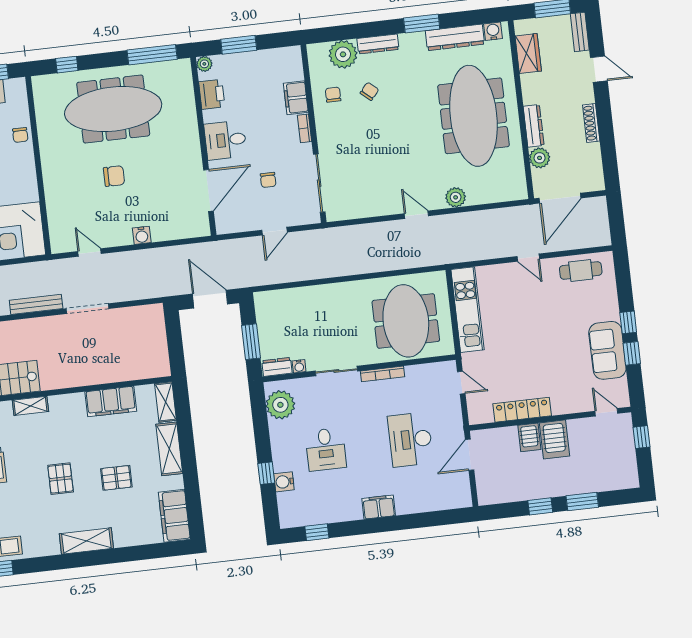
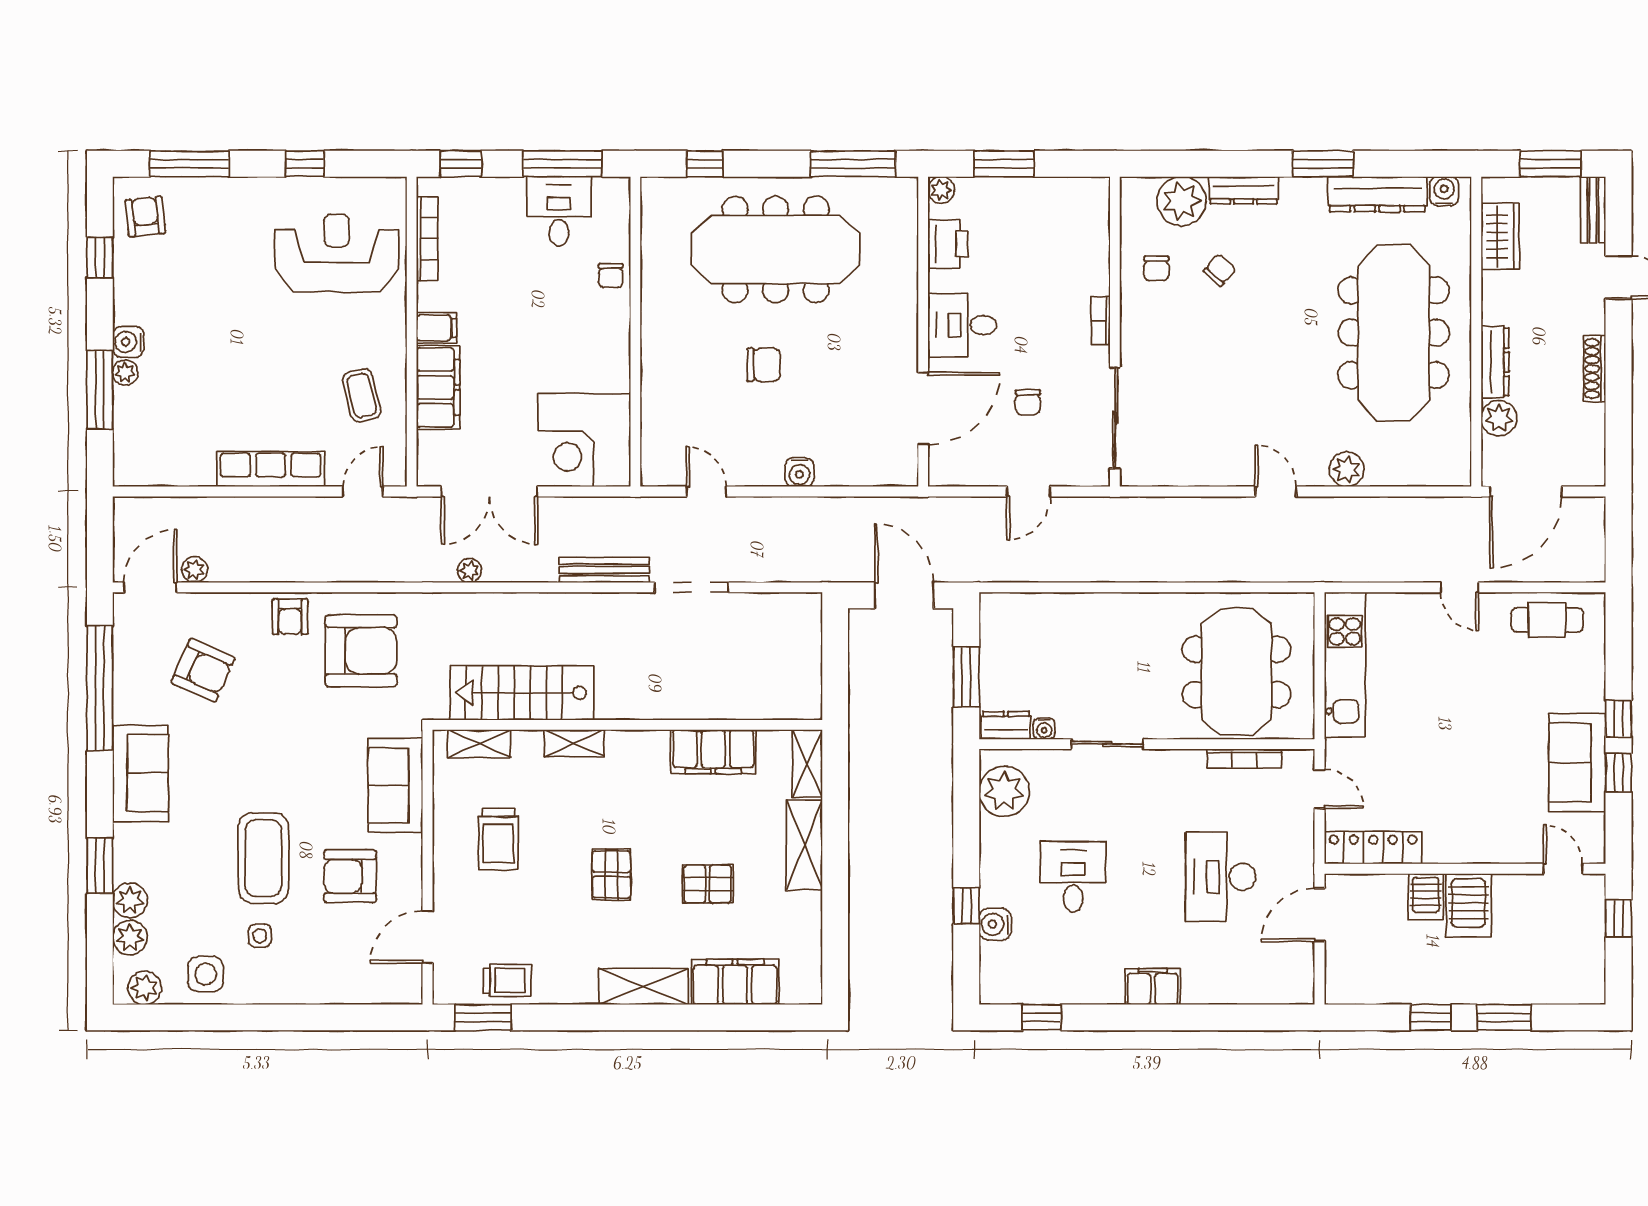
chair: (333, 95) -> (1156, 268), turned 180
filing cabinet: (296, 98) -> (1092, 266), removed
bookcase: (382, 374) -> (1244, 758), moved
locker: (522, 410) -> (1373, 848), moved
desk: (326, 449) -> (1073, 877), turned 180
filing cabinet: (174, 516) -> (735, 982), moved, turned 90

